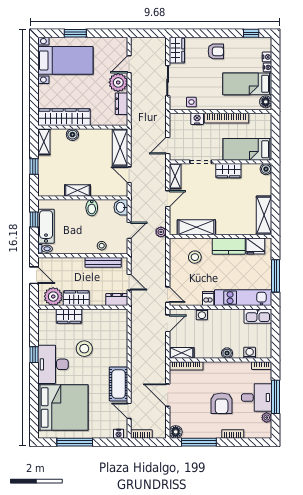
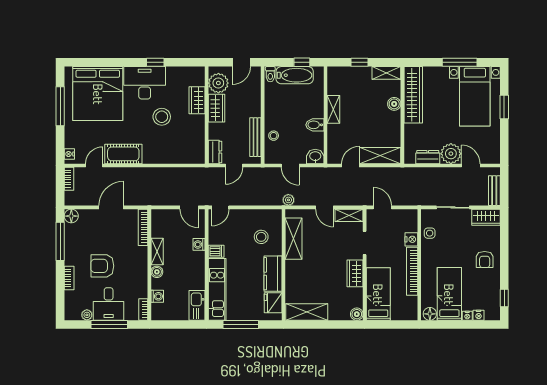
bench: (152, 42) -> (494, 191), added
window: (34, 74) -> (460, 62), added
shelving: (182, 353) -> (157, 252), moved

